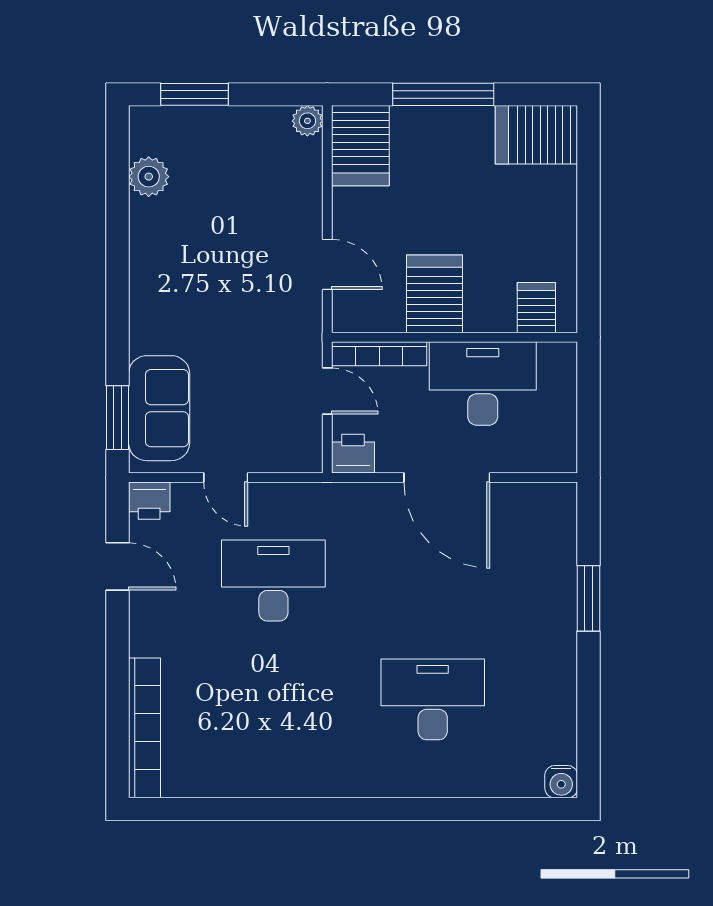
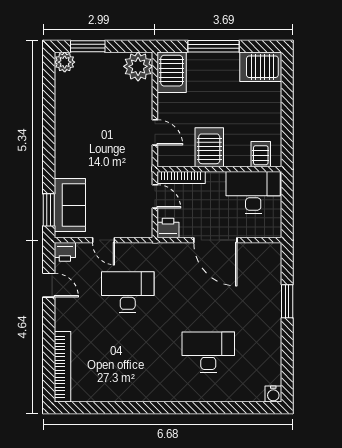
plant: (307, 121) -> (138, 66), width x1.87, depth x1.87
plant: (149, 177) -> (65, 62), moved
desk: (483, 384) -> (253, 193), moved

